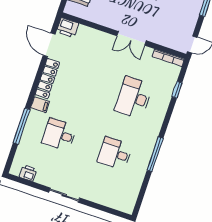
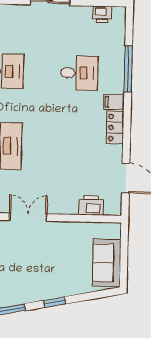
printer: (68, 28) -> (91, 205), moved
locker: (47, 79) -> (115, 128), width x0.66

